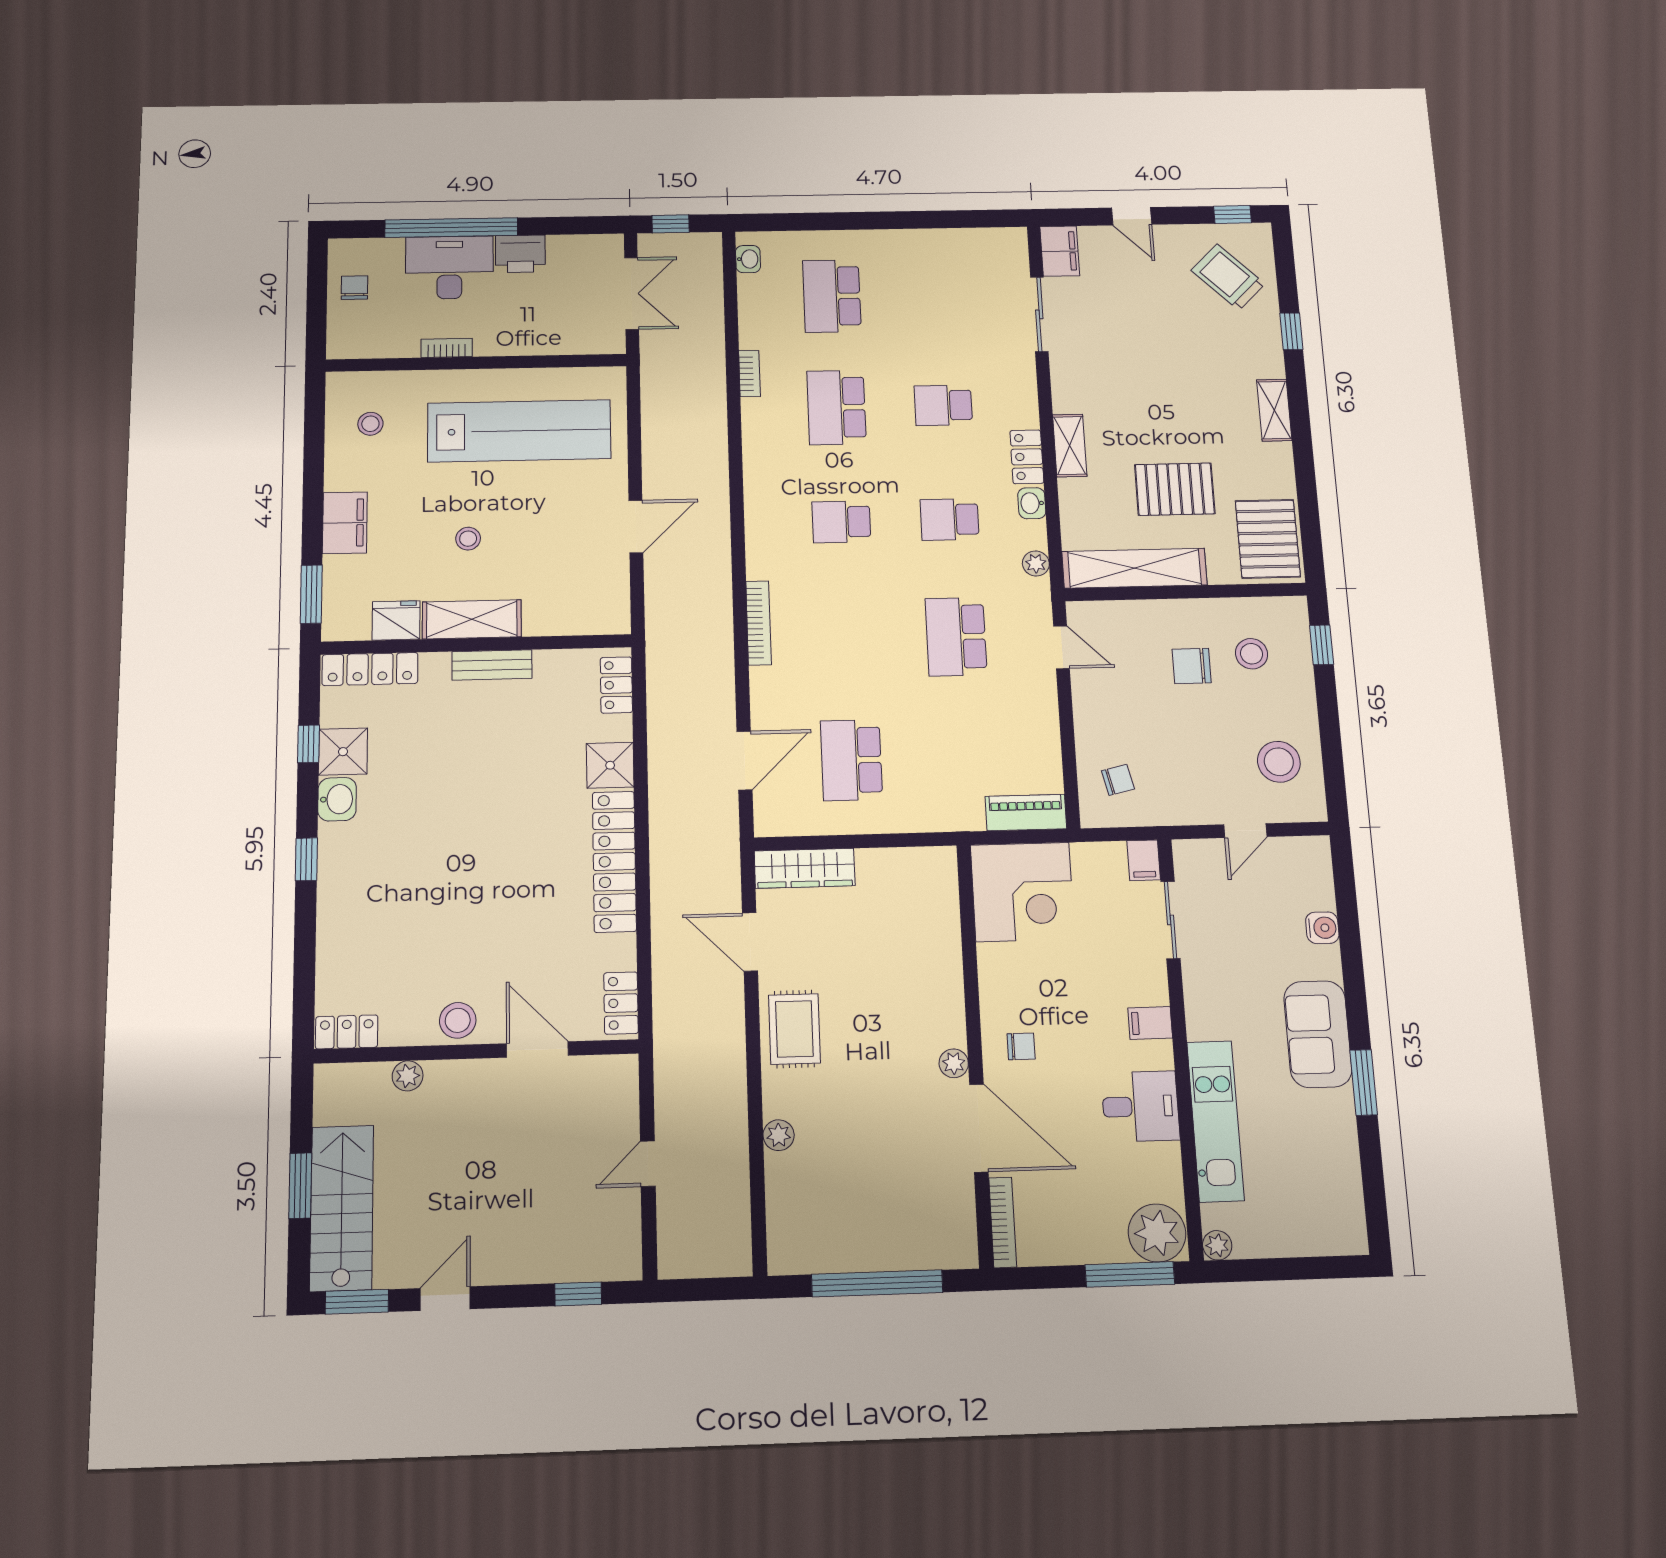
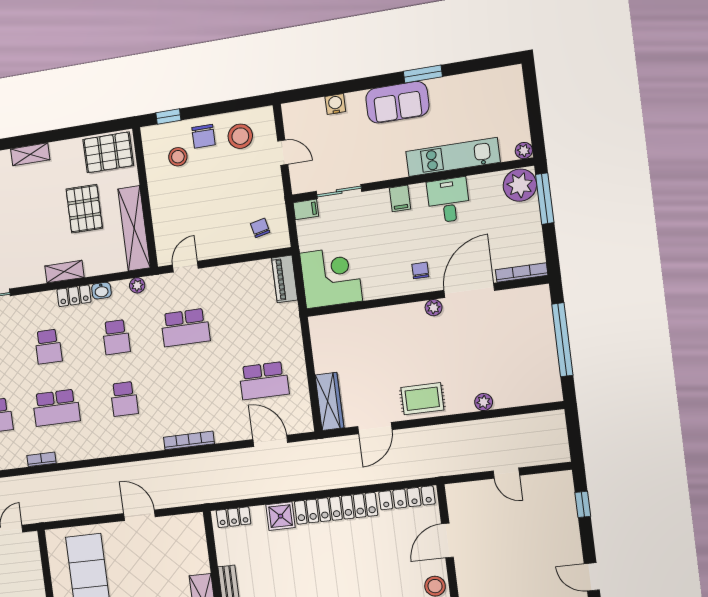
chair: (1192, 666) -> (203, 136), moved
locker: (621, 1003) -> (407, 498), width x1.53

